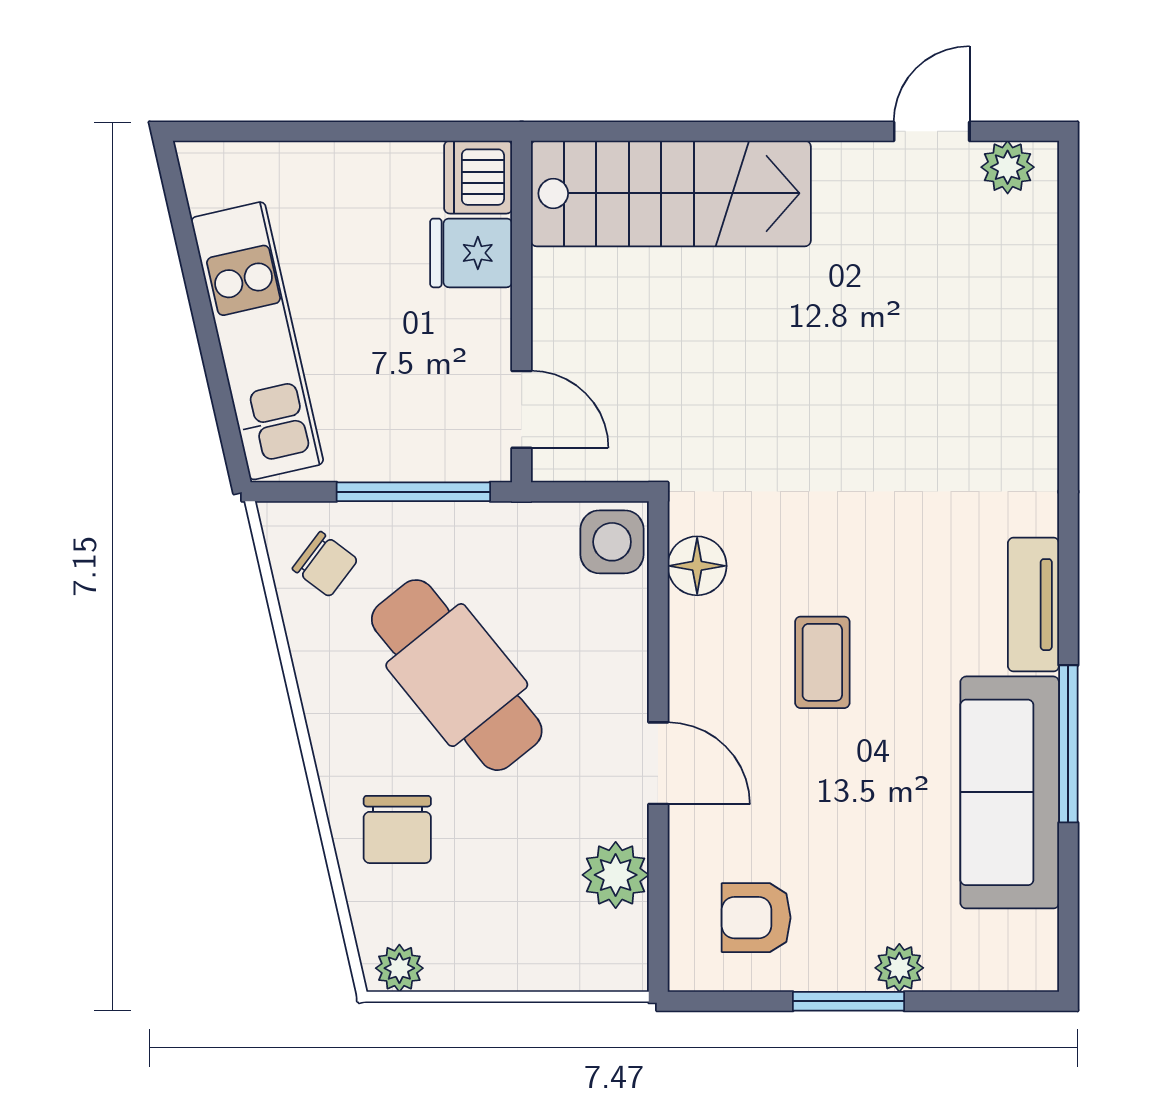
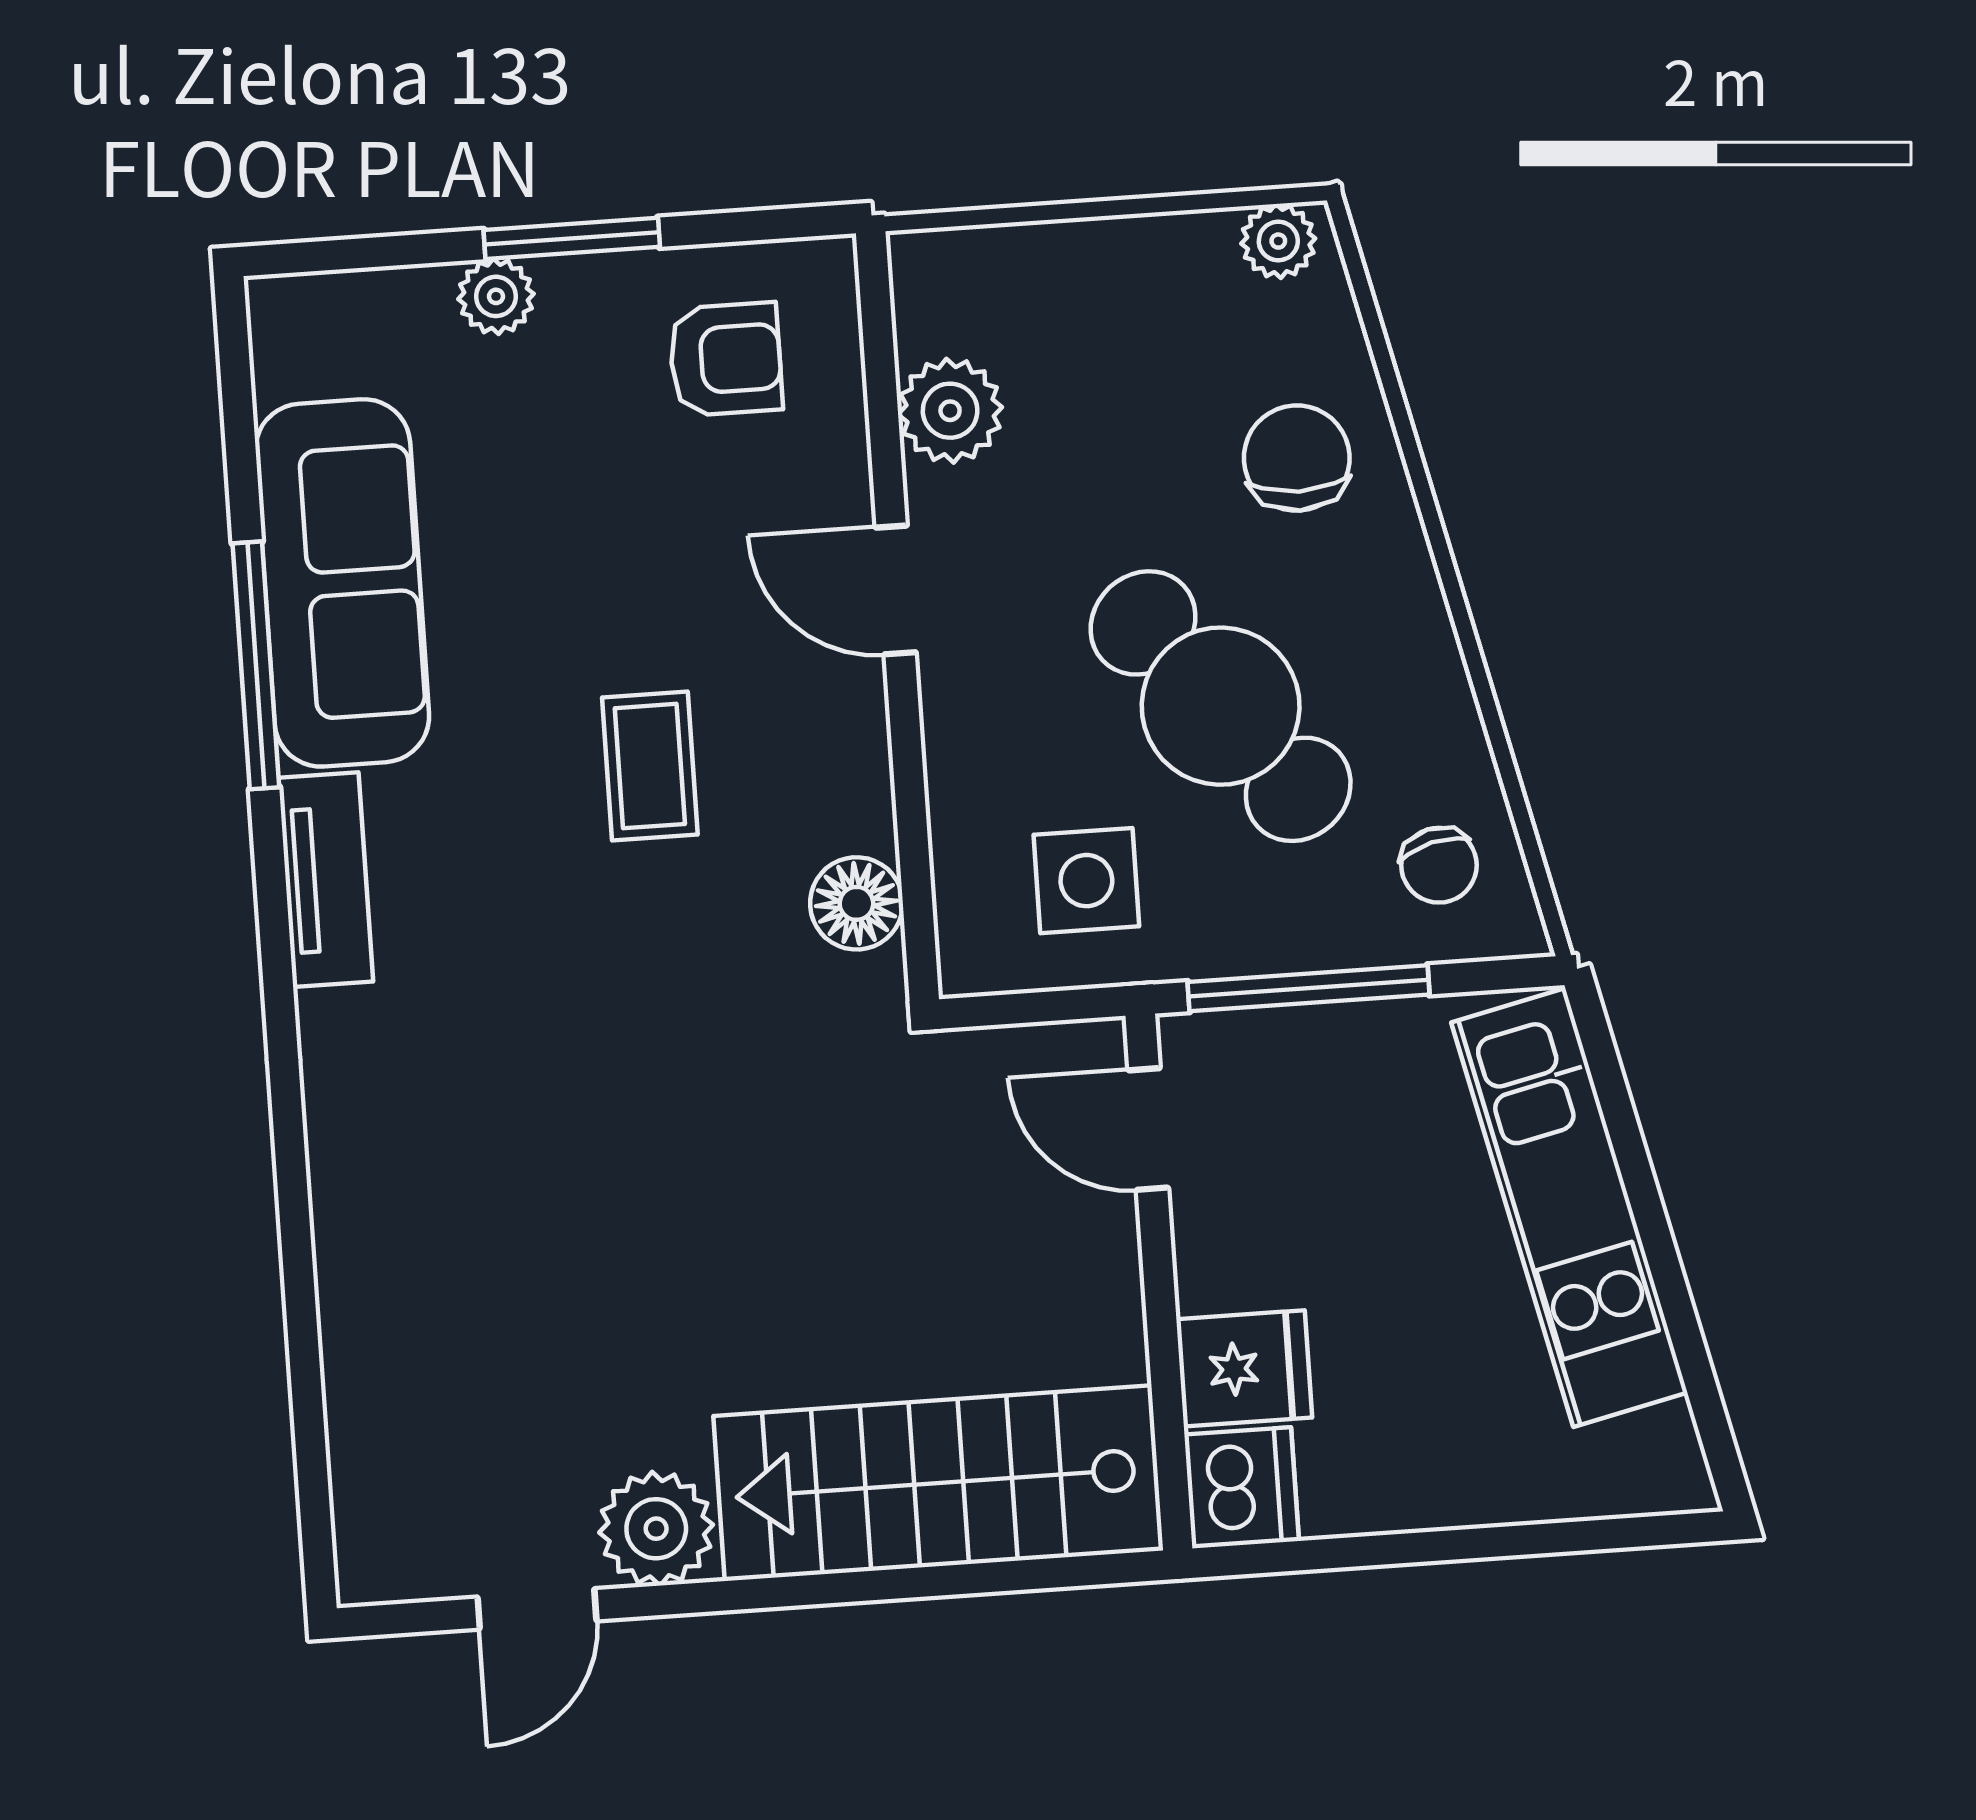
plant: (1008, 167) -> (656, 1529), moved, width x1.38, depth x1.38
side table: (612, 542) -> (1086, 881), moved
chair: (325, 564) -> (1439, 865), turned -141

